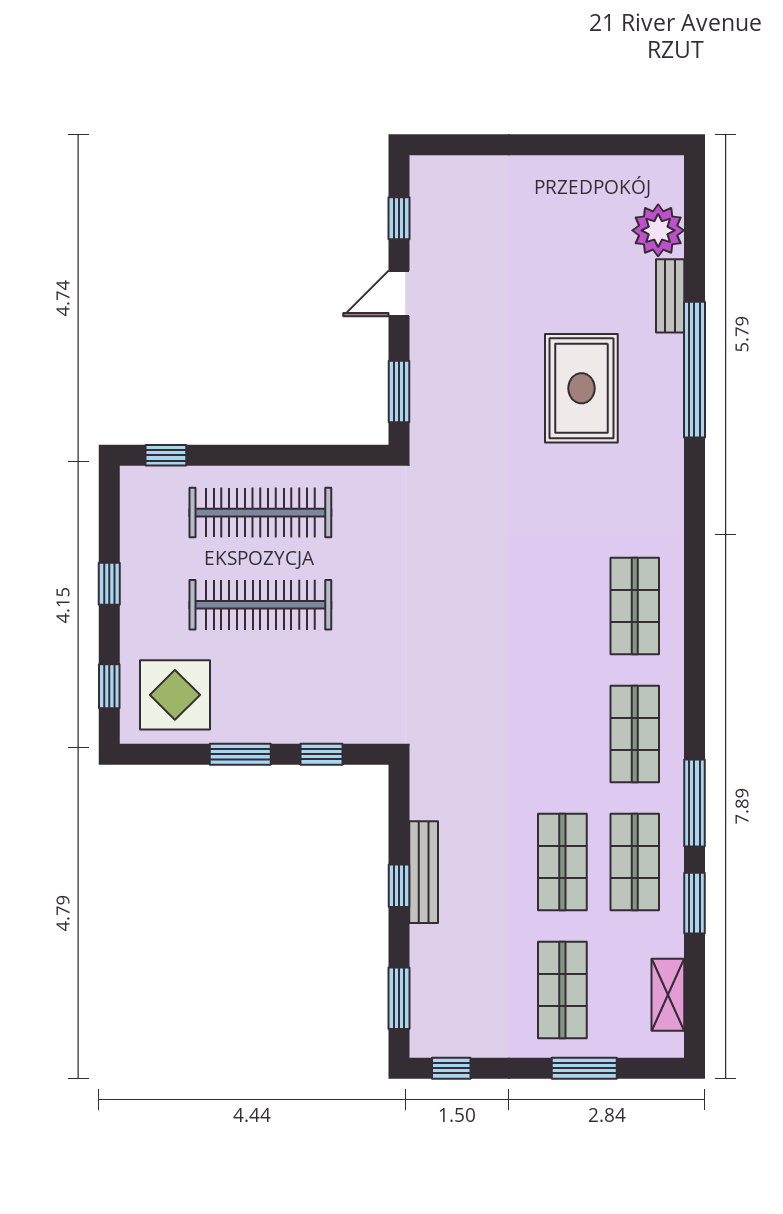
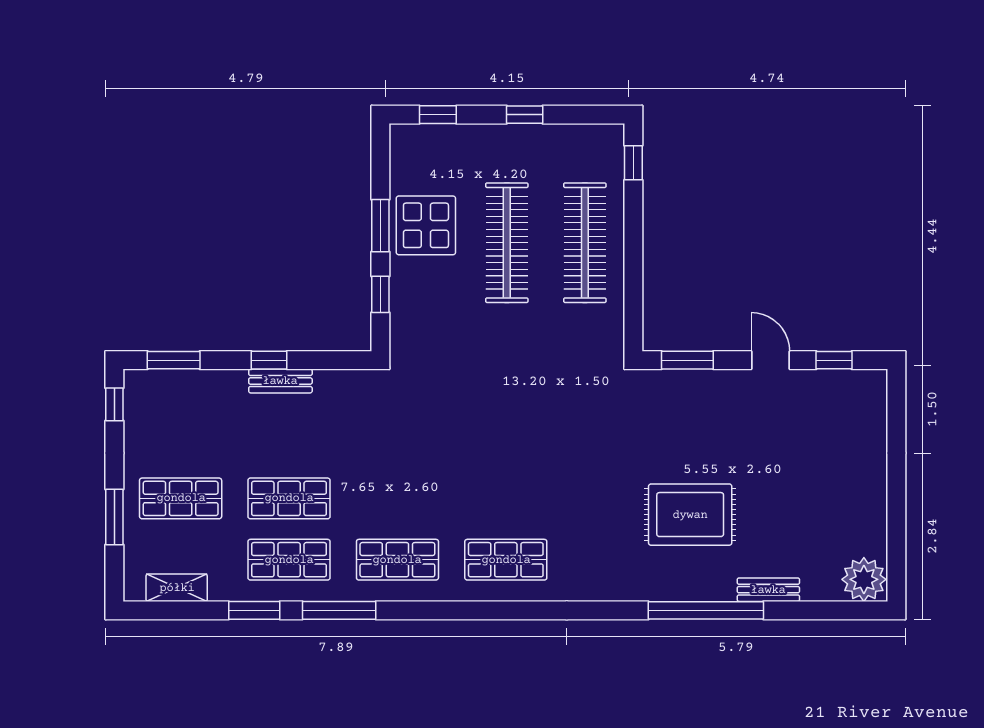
plant: (658, 230) -> (864, 579), moved
display table: (175, 695) -> (426, 225), moved
bench: (424, 872) -> (280, 381), width x0.73

